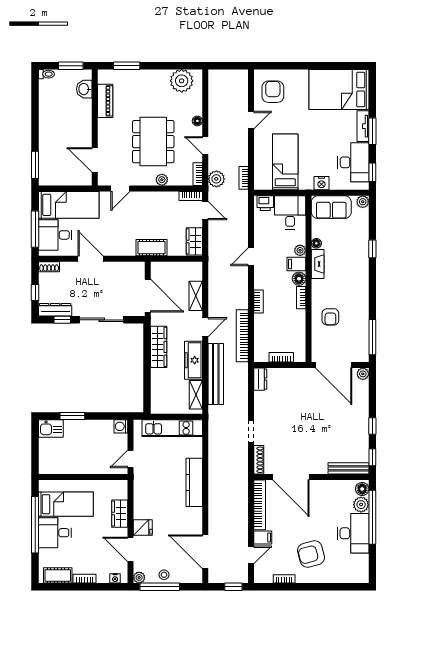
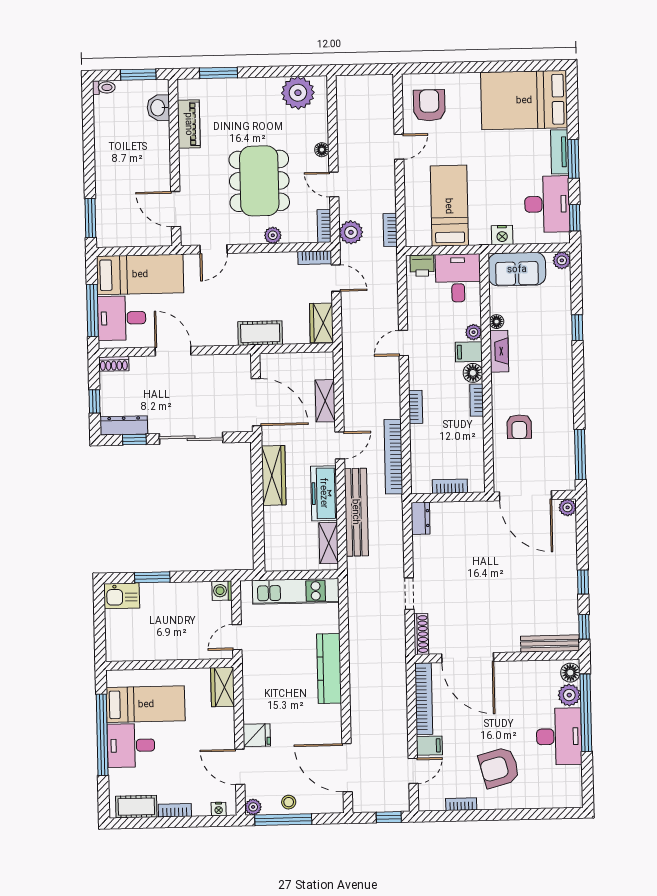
wardrobe: (120, 514) -> (223, 687), moved

